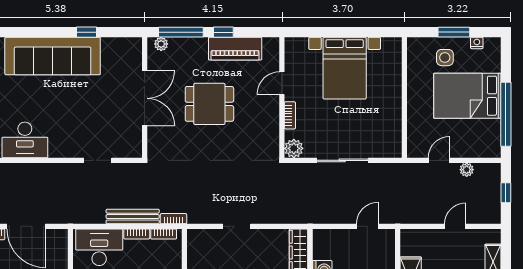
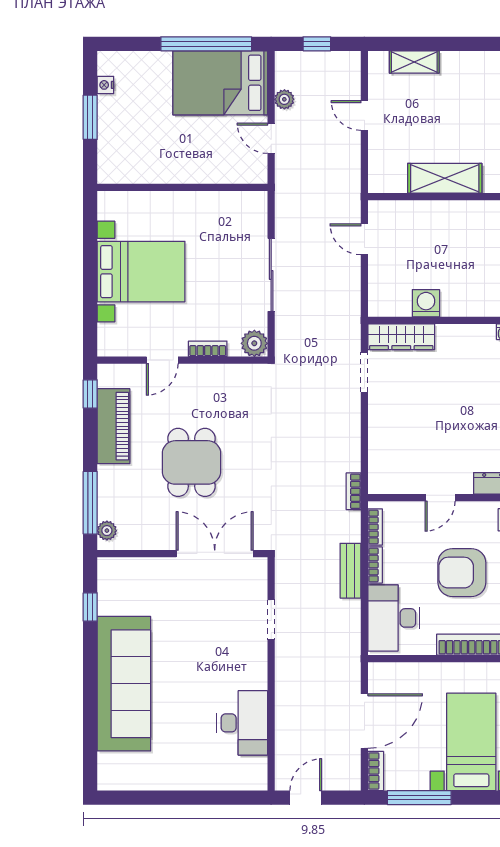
window: (87, 32) -> (90, 607), moved
window: (223, 32) -> (90, 394), moved
side table: (445, 58) -> (126, 130), removed
door: (282, 83) -> (162, 360), hinge flipped
bed: (467, 96) -> (220, 83), moved, turned 90
double door: (145, 98) -> (215, 554), moved
bench: (133, 217) -> (350, 571), width x0.73
bookcase: (173, 219) -> (354, 491), moved
doorway: (237, 226) -> (364, 372), moved

